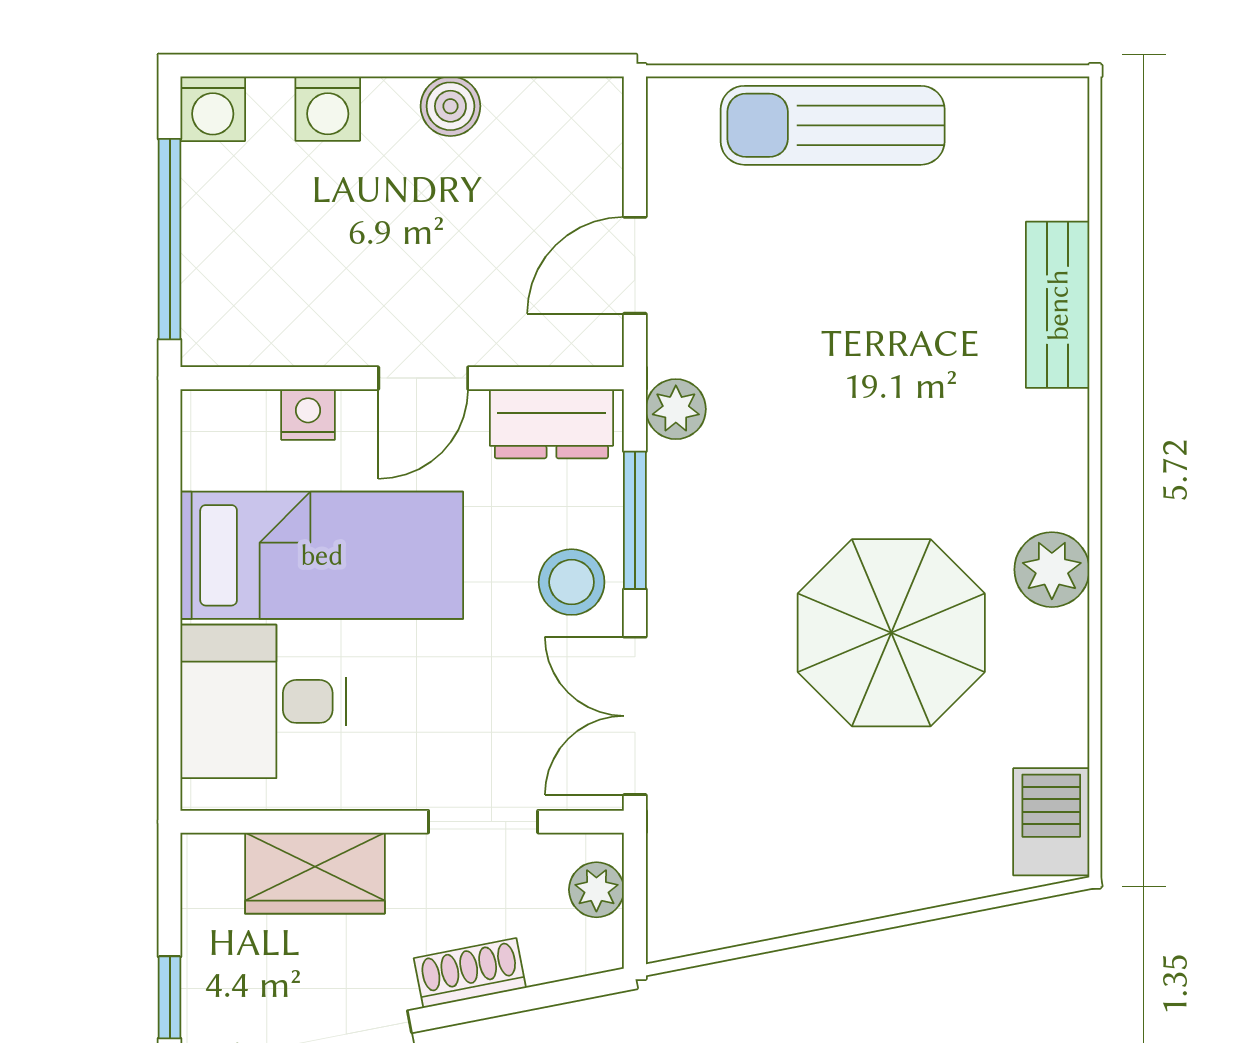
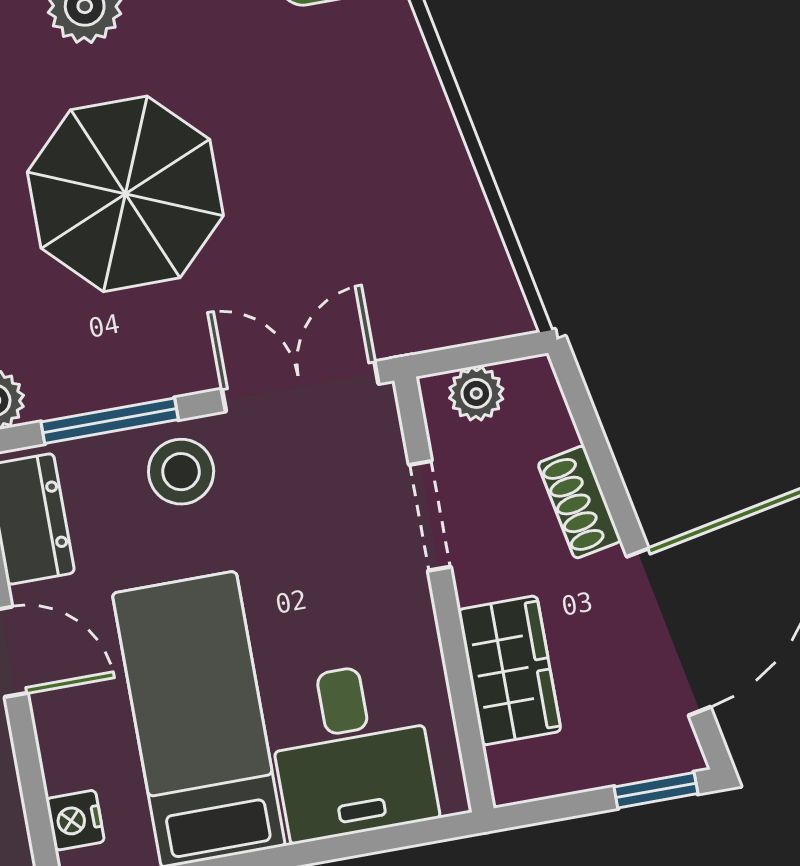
nightstand: (308, 414) -> (75, 820), moved
parasol: (891, 633) -> (125, 194), moved
double door: (635, 716) -> (300, 386), swing flipped

